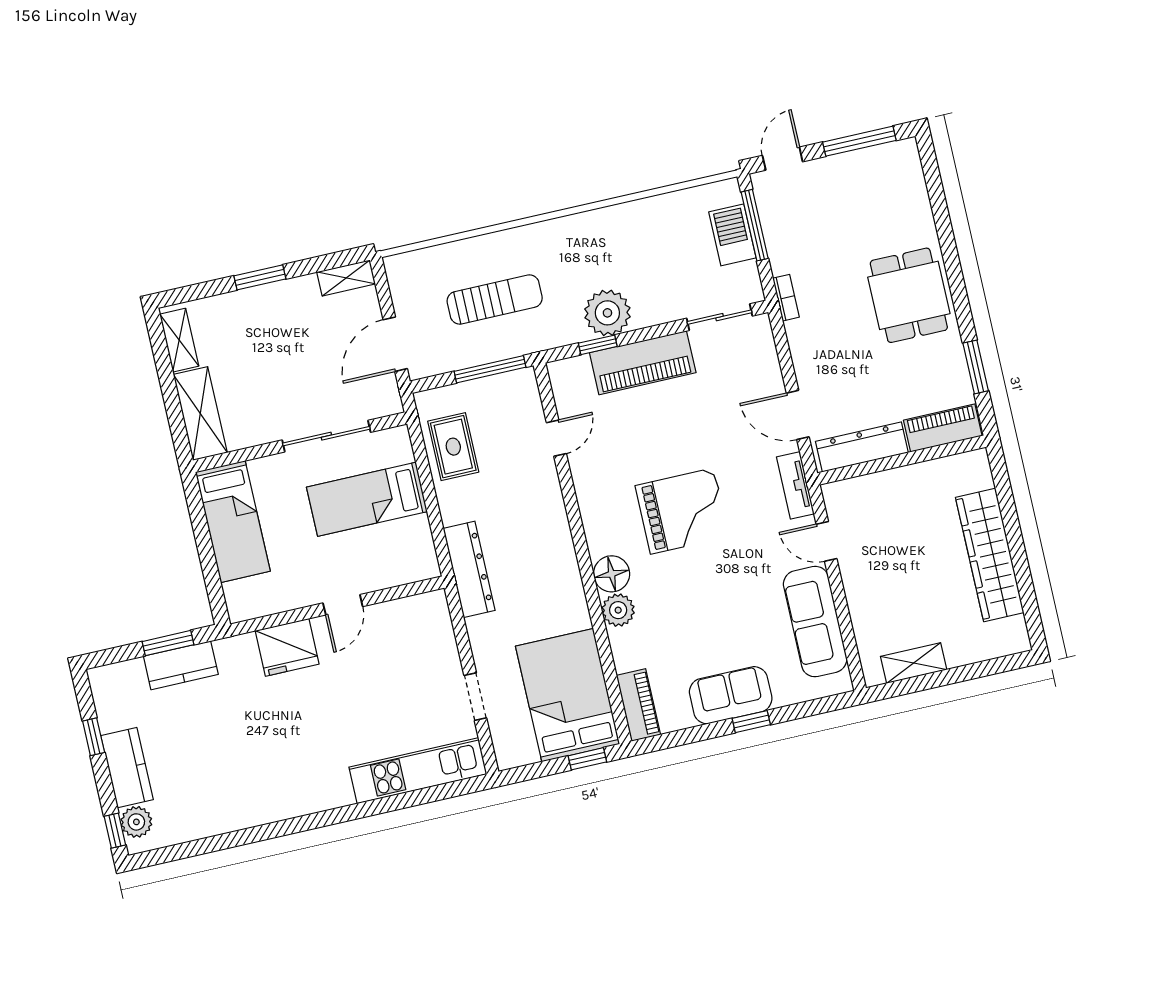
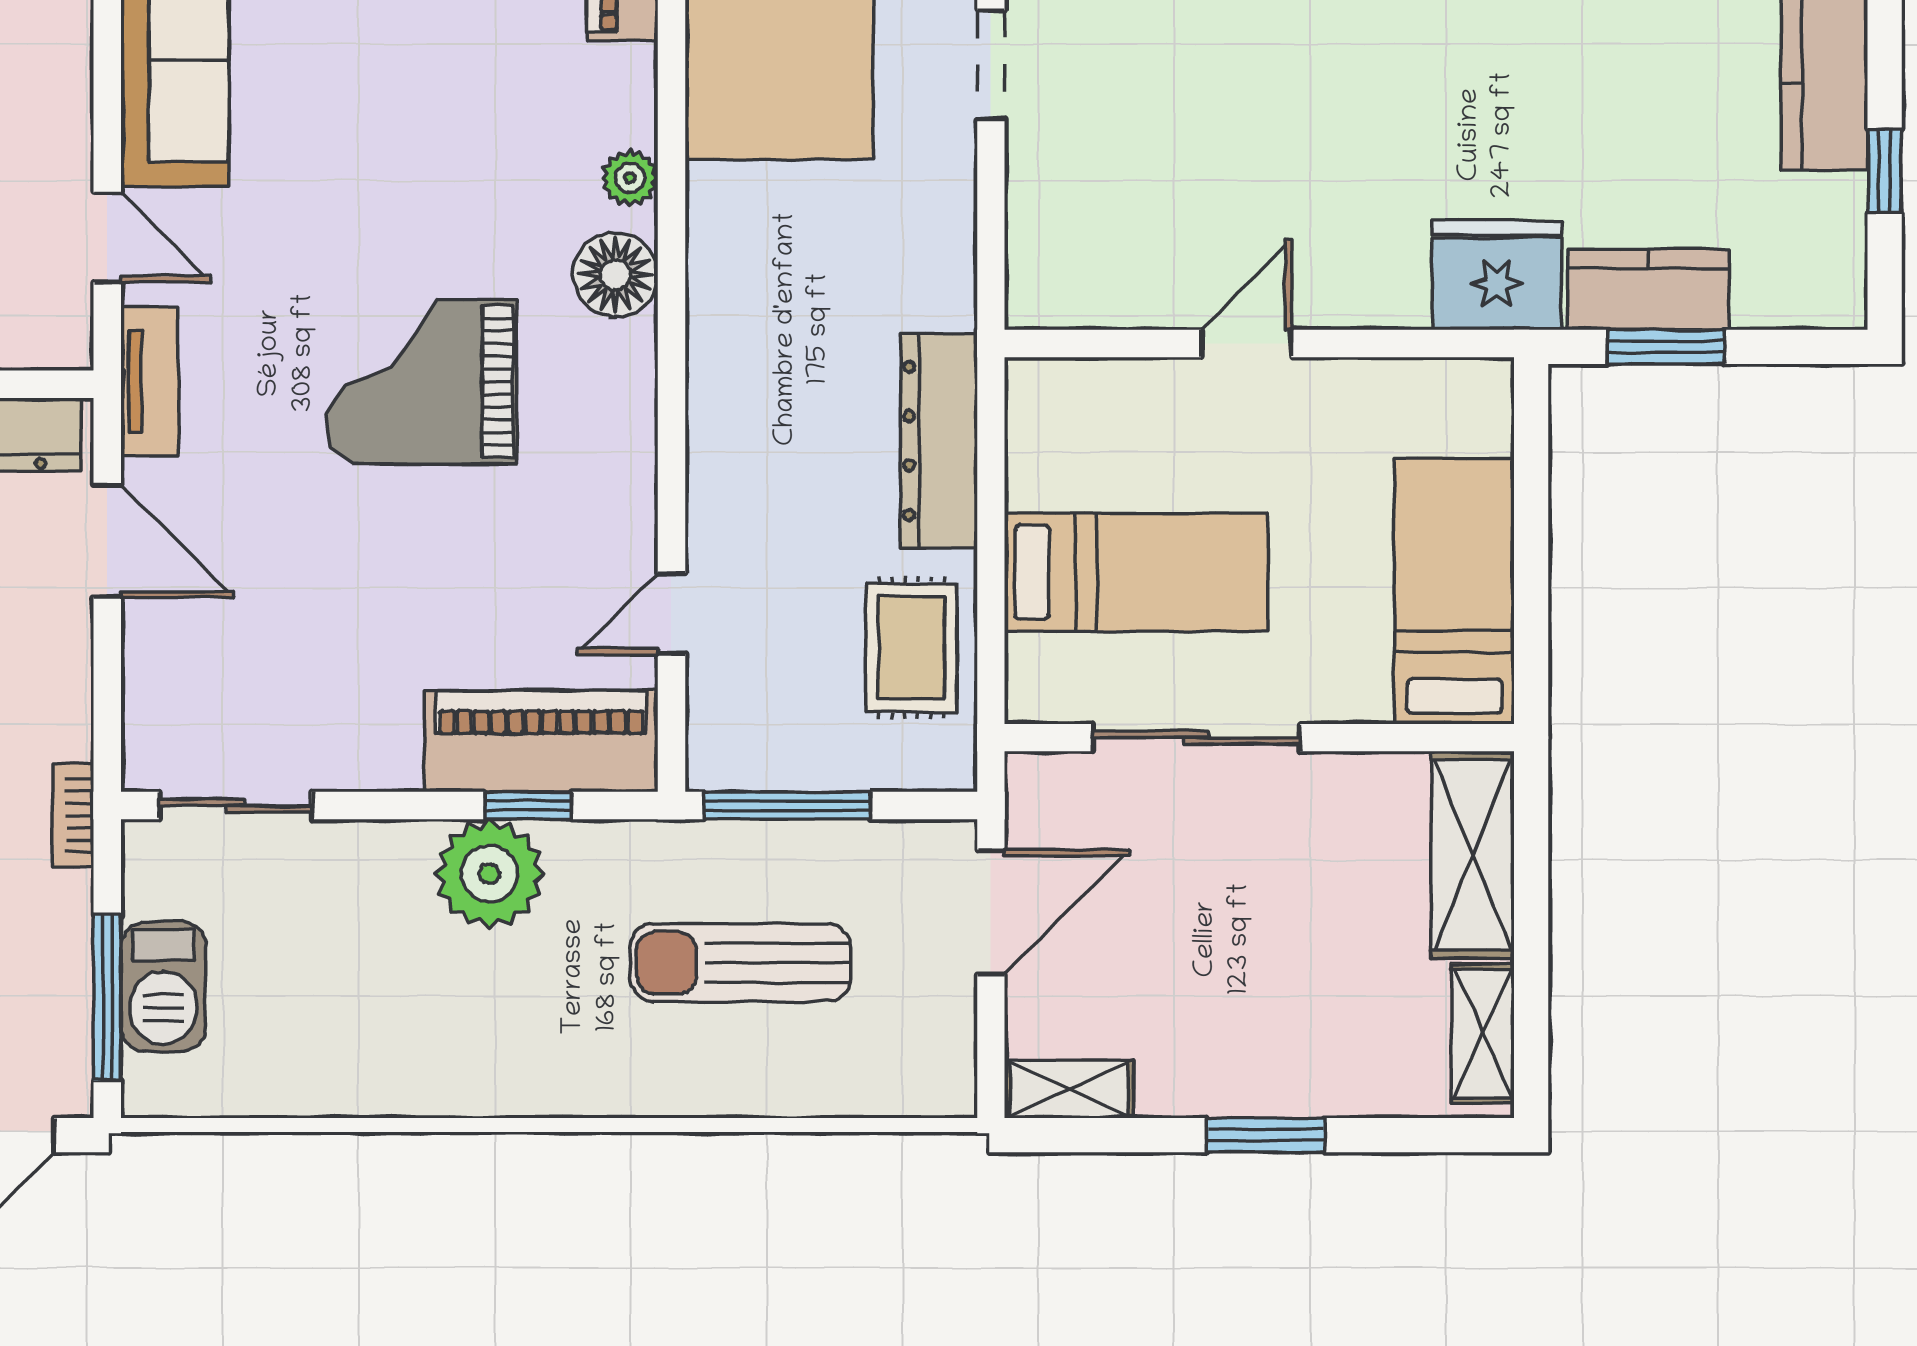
piano: (643, 363) -> (541, 741), moved
dresser: (469, 569) -> (939, 441), moved
plant: (618, 610) -> (630, 178), width x0.73, depth x0.73
fridge: (287, 647) -> (1497, 275), moved

